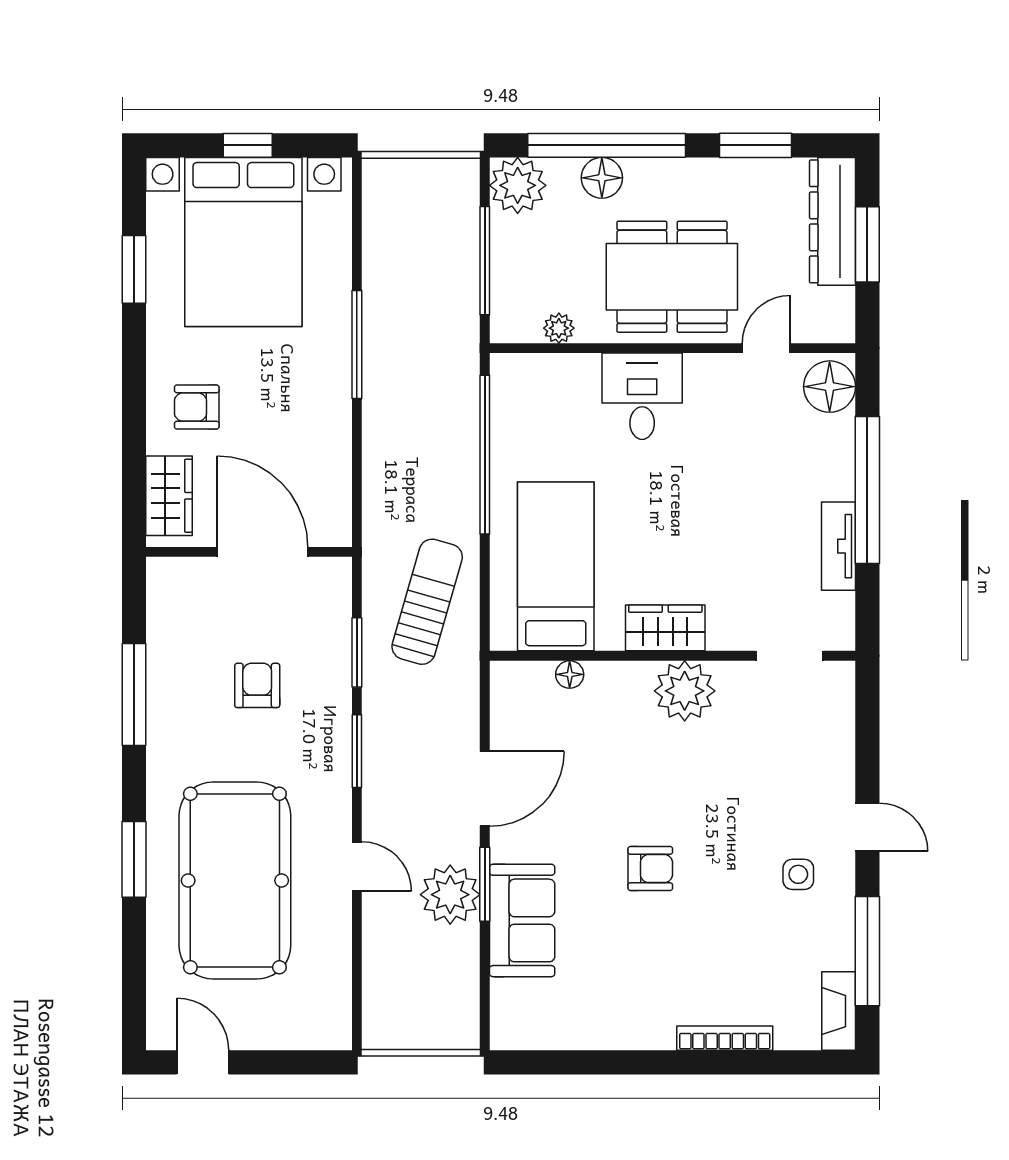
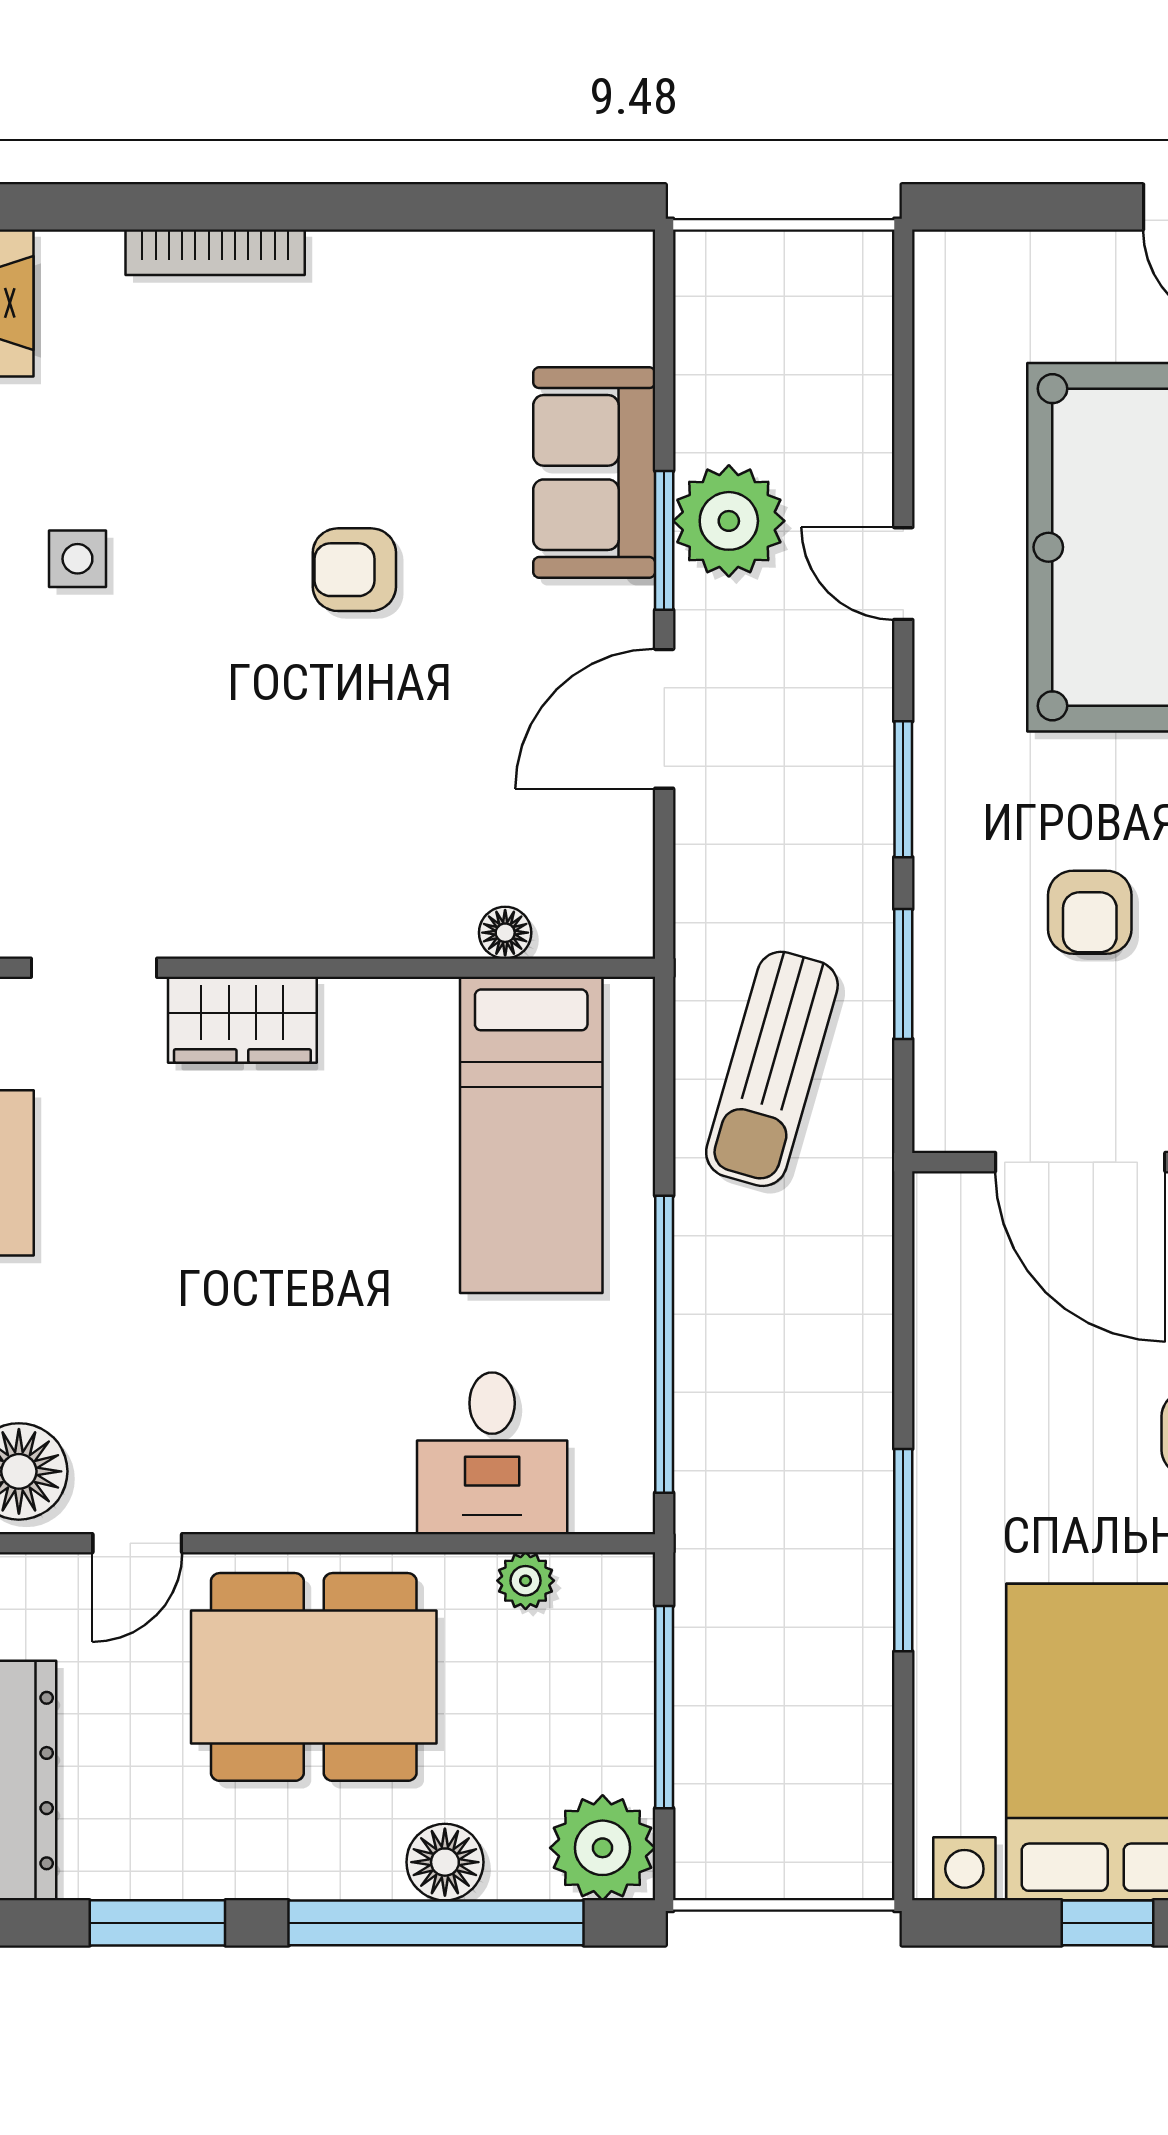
desk: (642, 396) -> (492, 1453), moved
wardrobe: (665, 628) -> (242, 1020), moved
plant: (685, 691) -> (290, 902), removed

